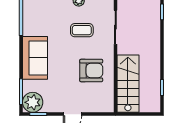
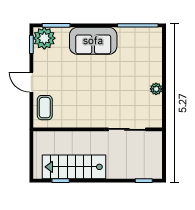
coffee table: (82, 30) -> (45, 108), moved
armchair: (91, 70) -> (79, 103), removed
stairs: (128, 84) -> (74, 167), moved, turned 180

